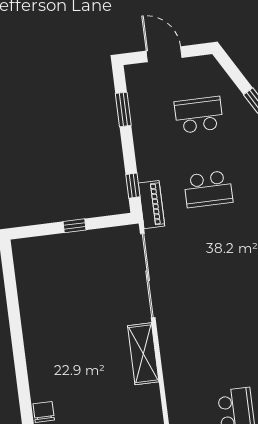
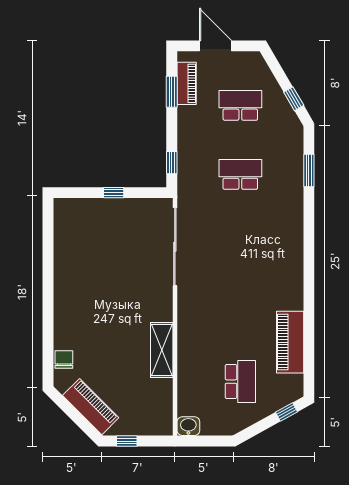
school desk: (208, 189) -> (240, 174), turned 180
piano: (151, 205) -> (187, 83), moved
shelving: (143, 354) -> (162, 350), moved

